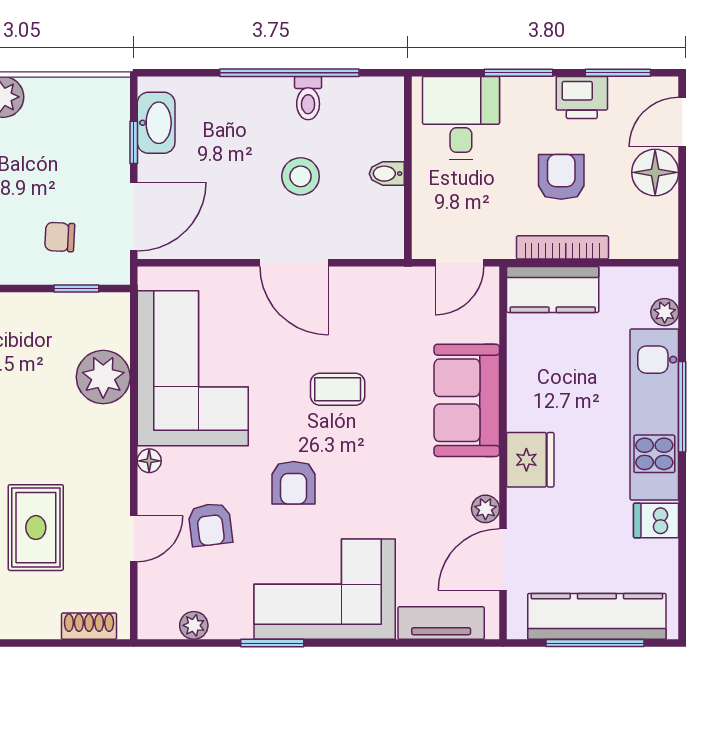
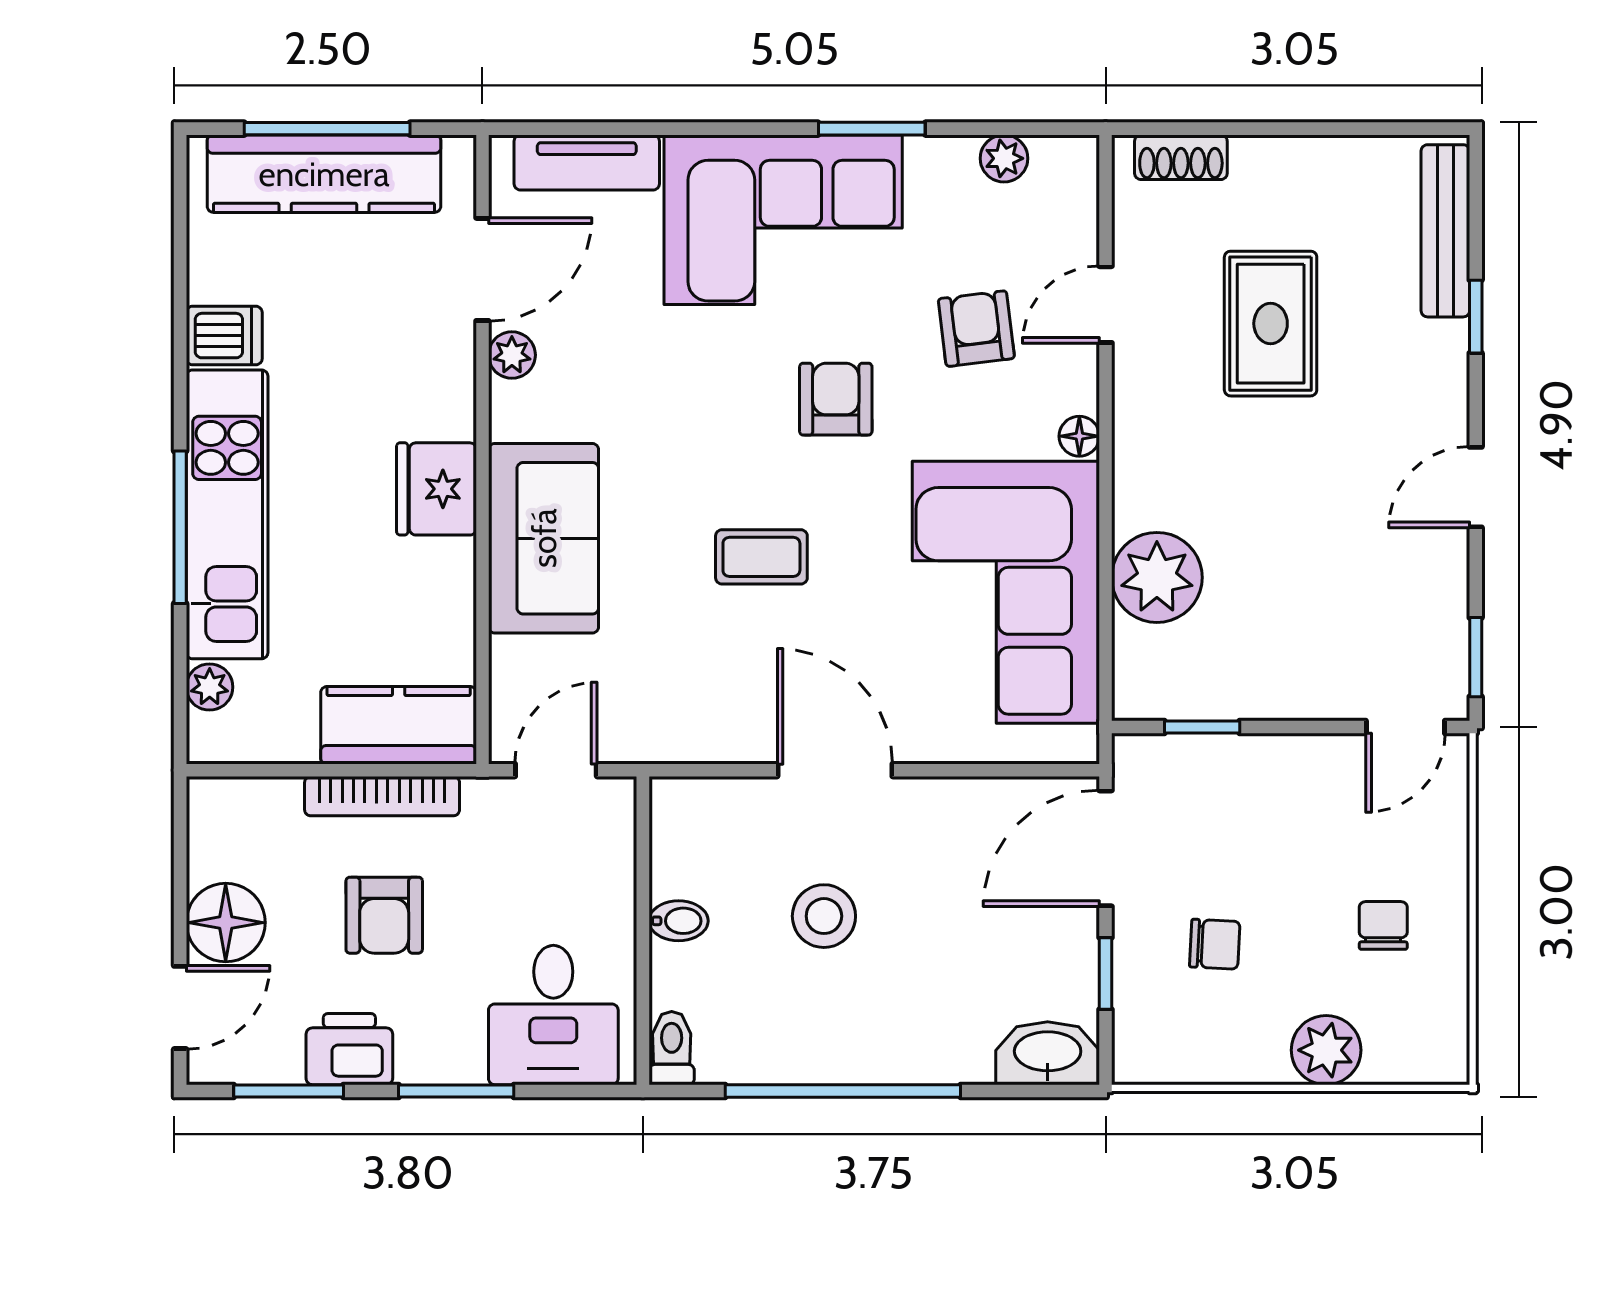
toilet: (308, 98) -> (672, 1048), moved
washbasin: (156, 123) -> (1048, 1053), moved, turned 90
chair: (60, 237) -> (1215, 944), moved
fridge: (530, 460) -> (437, 489), moved

